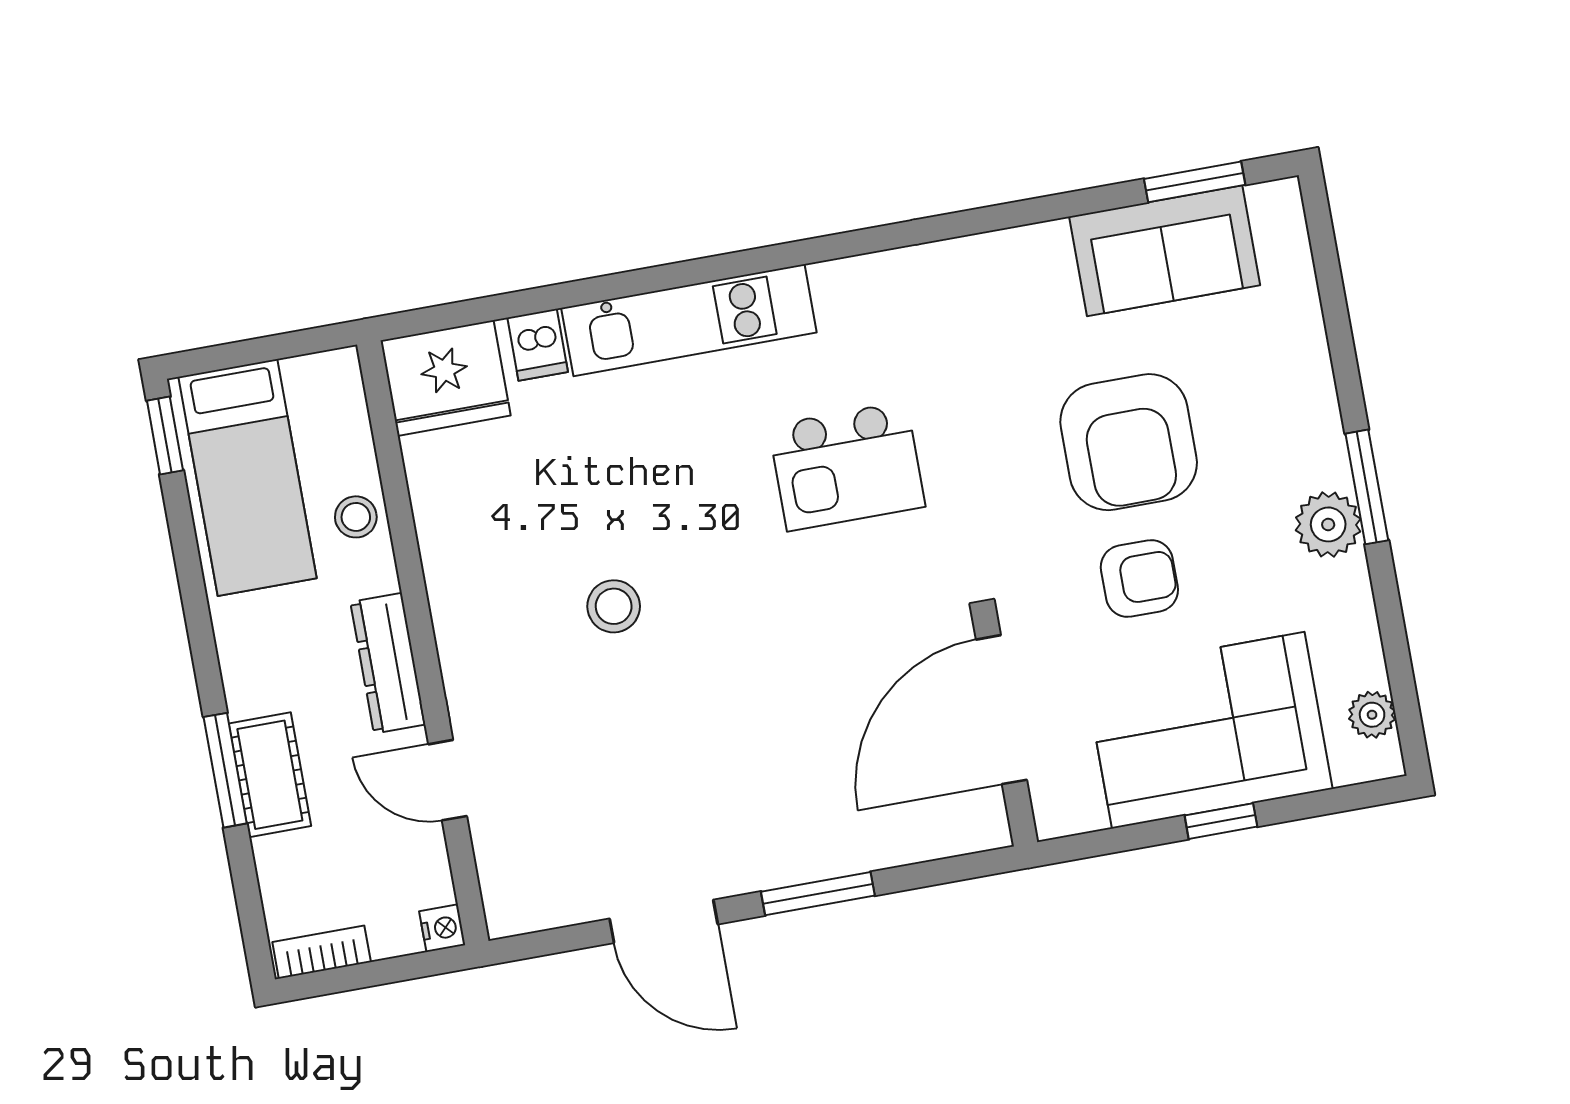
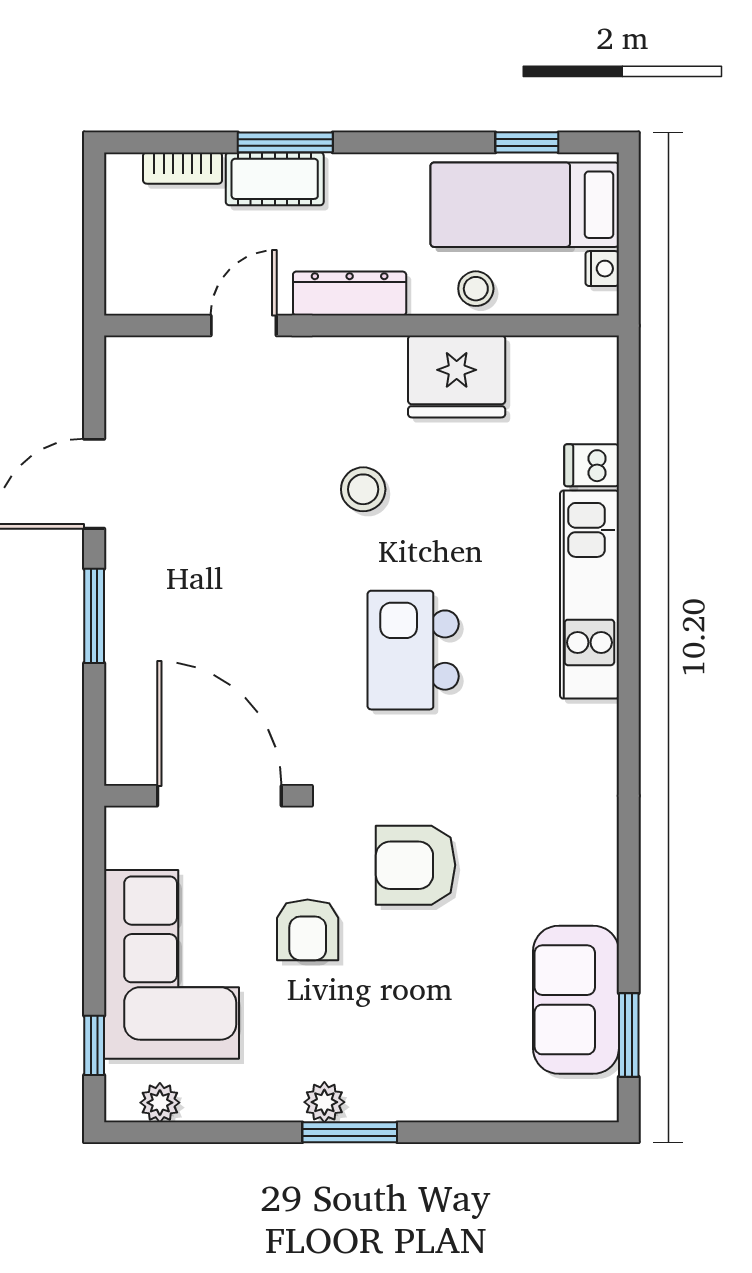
fridge: (446, 378) -> (457, 376), moved, turned -90
window: (165, 435) -> (527, 142), moved
armchair: (1129, 442) -> (416, 865), moved, width x0.73, depth x0.73
kitchen island: (847, 466) -> (413, 650), moved
plant: (1328, 524) -> (324, 1102), width x0.73, depth x0.73
window: (1221, 821) -> (94, 1045), moved
nightstand: (442, 928) -> (602, 269), moved, turned -90
bookcase: (322, 952) -> (183, 168), moved, turned 90

